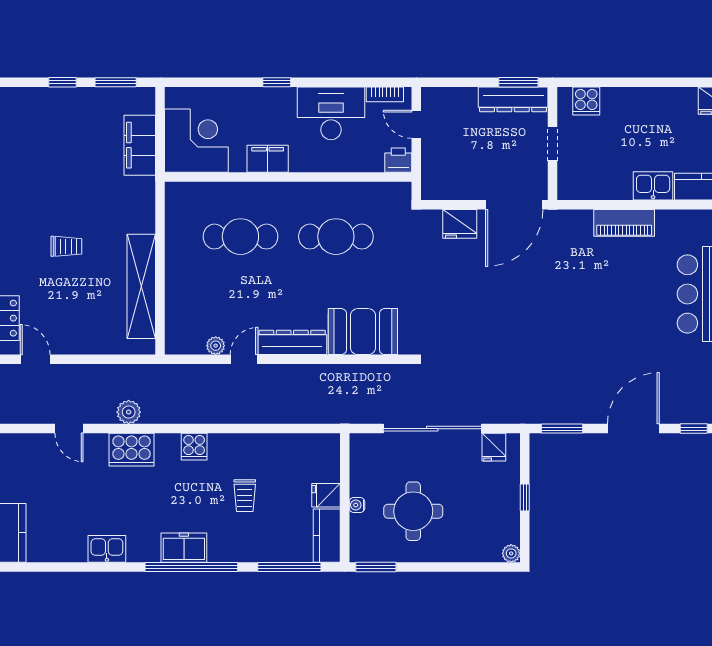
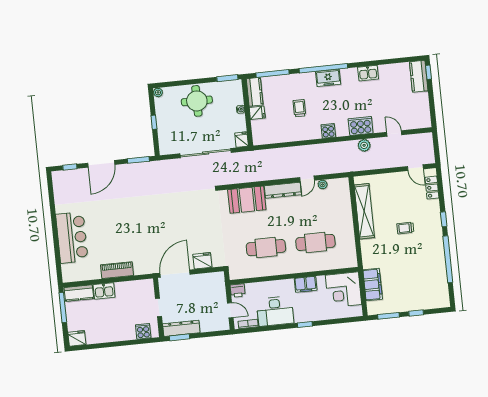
fridge: (494, 447) -> (242, 140), moved
round table: (413, 511) -> (197, 101), moved

